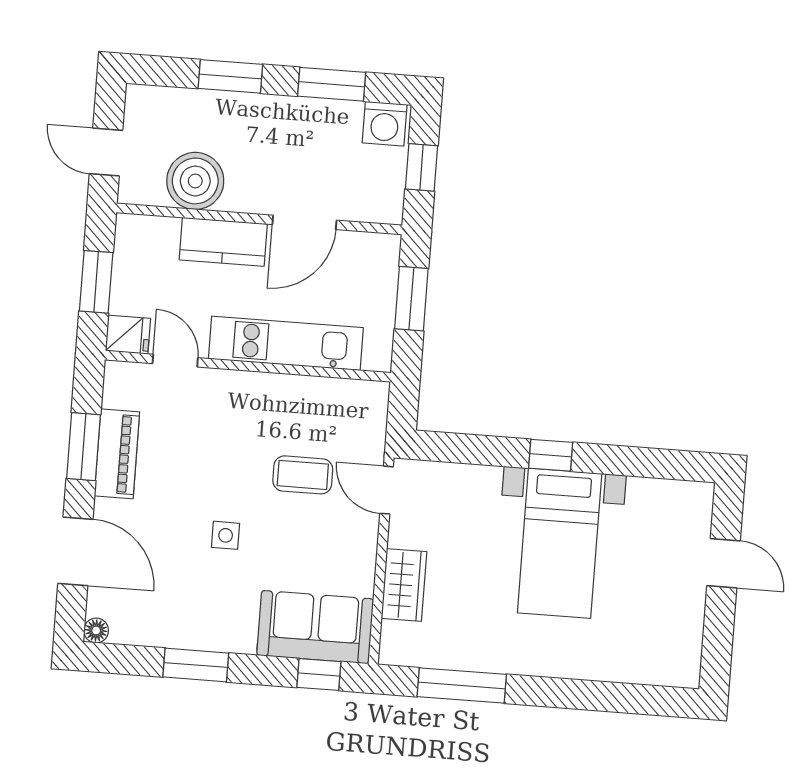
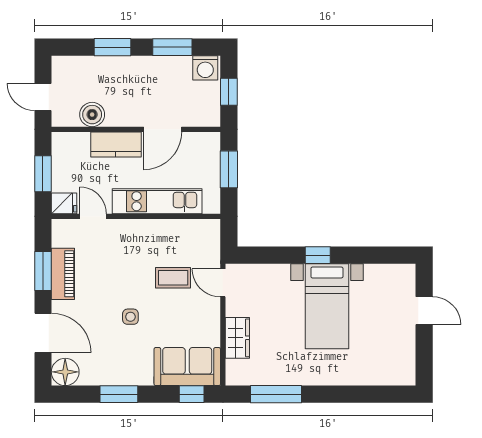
boiler: (195, 181) -> (92, 115), width x0.73, depth x0.73
floor lamp: (96, 631) -> (65, 372), width x1.89, depth x1.89

